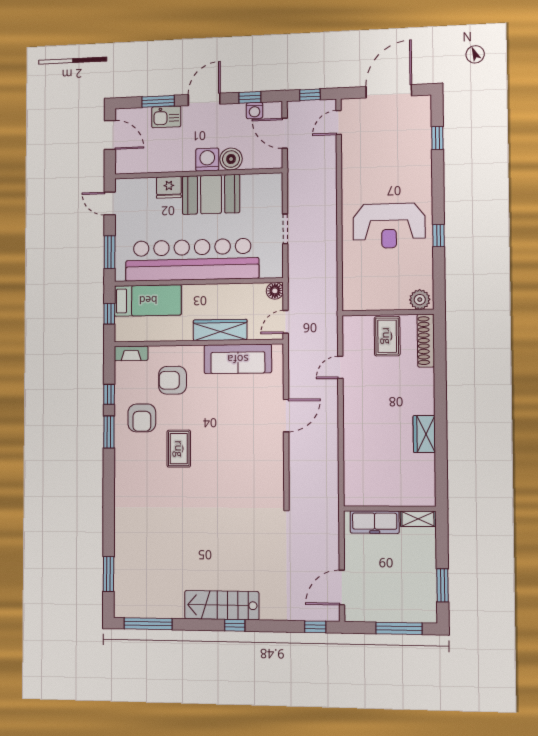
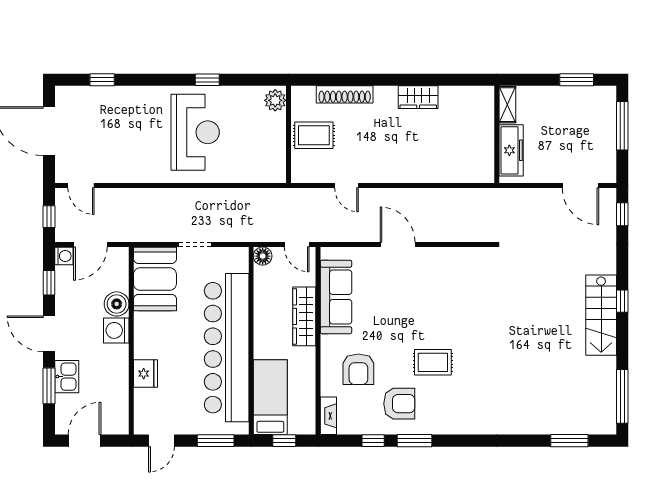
washing machine: (254, 110) -> (64, 256), moved
booth: (211, 194) -> (155, 279), moved
shoe rack: (426, 341) -> (345, 94), moved

